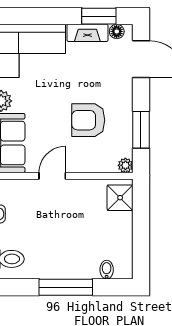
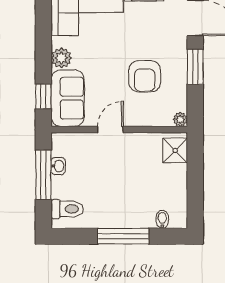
armchair: (88, 120) -> (145, 76), turned -90
window: (141, 130) -> (195, 67), moved

